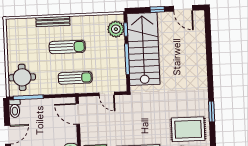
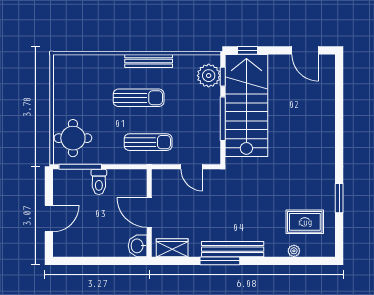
window: (157, 9) -> (247, 50), moved
bench: (53, 22) -> (149, 61), moved
toilet: (15, 109) -> (99, 182), moved
door: (78, 114) -> (149, 213), moved
rug: (188, 129) -> (305, 222), width x0.73, depth x0.70

